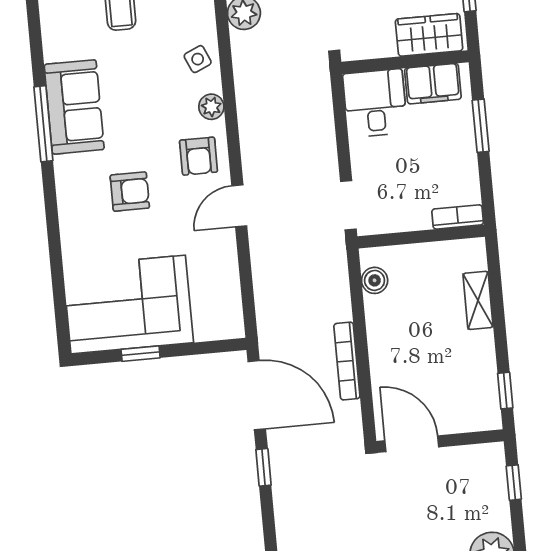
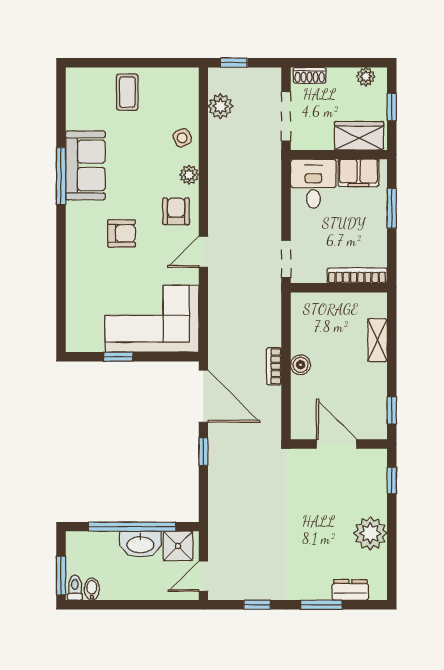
armchair: (199, 156) -> (176, 211), turned 180
bookcase: (458, 217) -> (357, 276), width x1.56
boiler: (375, 280) -> (301, 365), moved
corner sofa: (128, 305) -> (152, 319), moved
bookcase: (347, 361) -> (274, 366), width x0.64
door: (412, 444) -> (337, 444), moved

